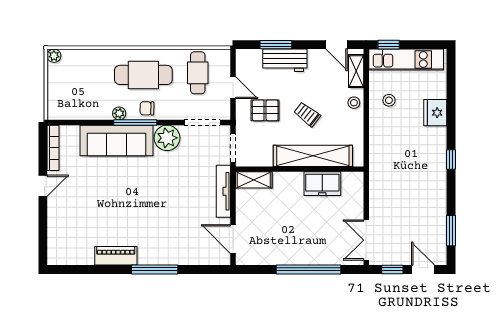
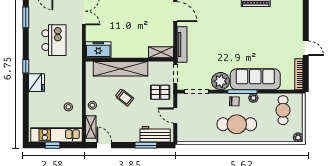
window: (389, 45) -> (53, 145), moved
workbench: (285, 60) -> (155, 134), moved
cafe table: (198, 73) -> (283, 110), moved
pallet: (265, 110) -> (160, 92), moved
fridge: (435, 113) -> (37, 83), moved
freezer: (322, 184) -> (98, 50), moved
door: (43, 186) -> (306, 48), swing flipped
kitchen island: (410, 198) -> (54, 40), added

